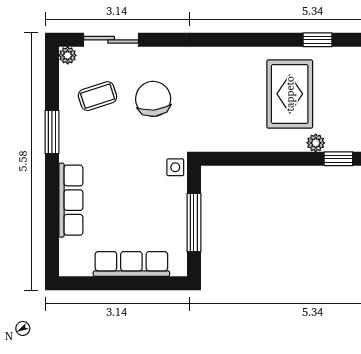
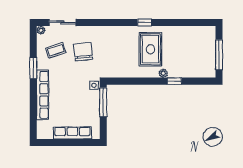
window: (317, 40) -> (145, 22), moved
row of seats: (71, 200) -> (43, 95), width x1.36
window: (194, 223) -> (103, 102), moved

